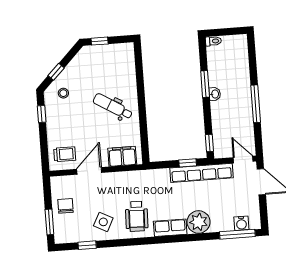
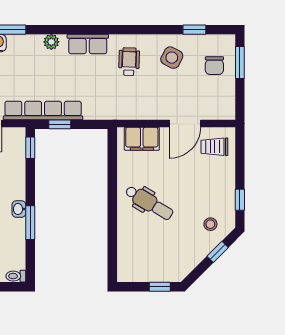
chair: (66, 206) -> (214, 66), moved
wheelchair: (137, 216) -> (129, 62), width x0.73, depth x0.73
plant: (199, 222) -> (51, 42), width x0.53, depth x0.53

